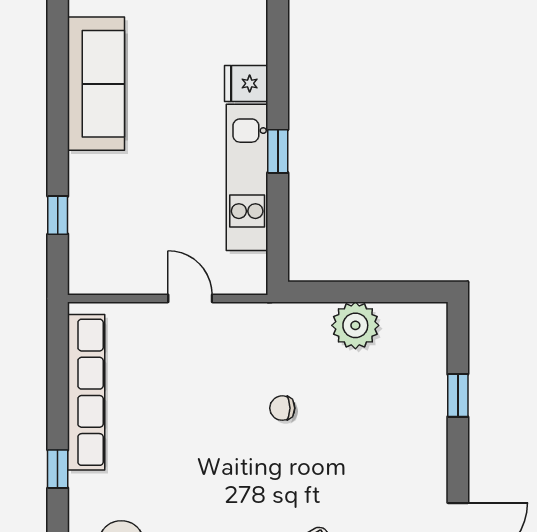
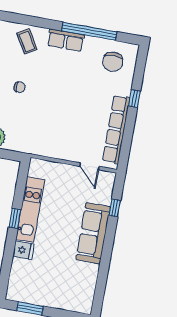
sofa: (96, 84) -> (93, 233), moved
door: (190, 298) -> (89, 166), moved
chair: (282, 408) -> (20, 87), moved

